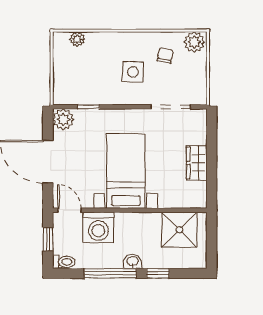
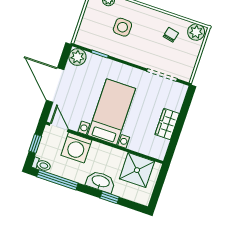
side table: (133, 72) -> (122, 27), moved
washbasin: (133, 261) -> (101, 182), width x1.91, depth x1.45
window: (110, 273) -> (57, 180), moved

